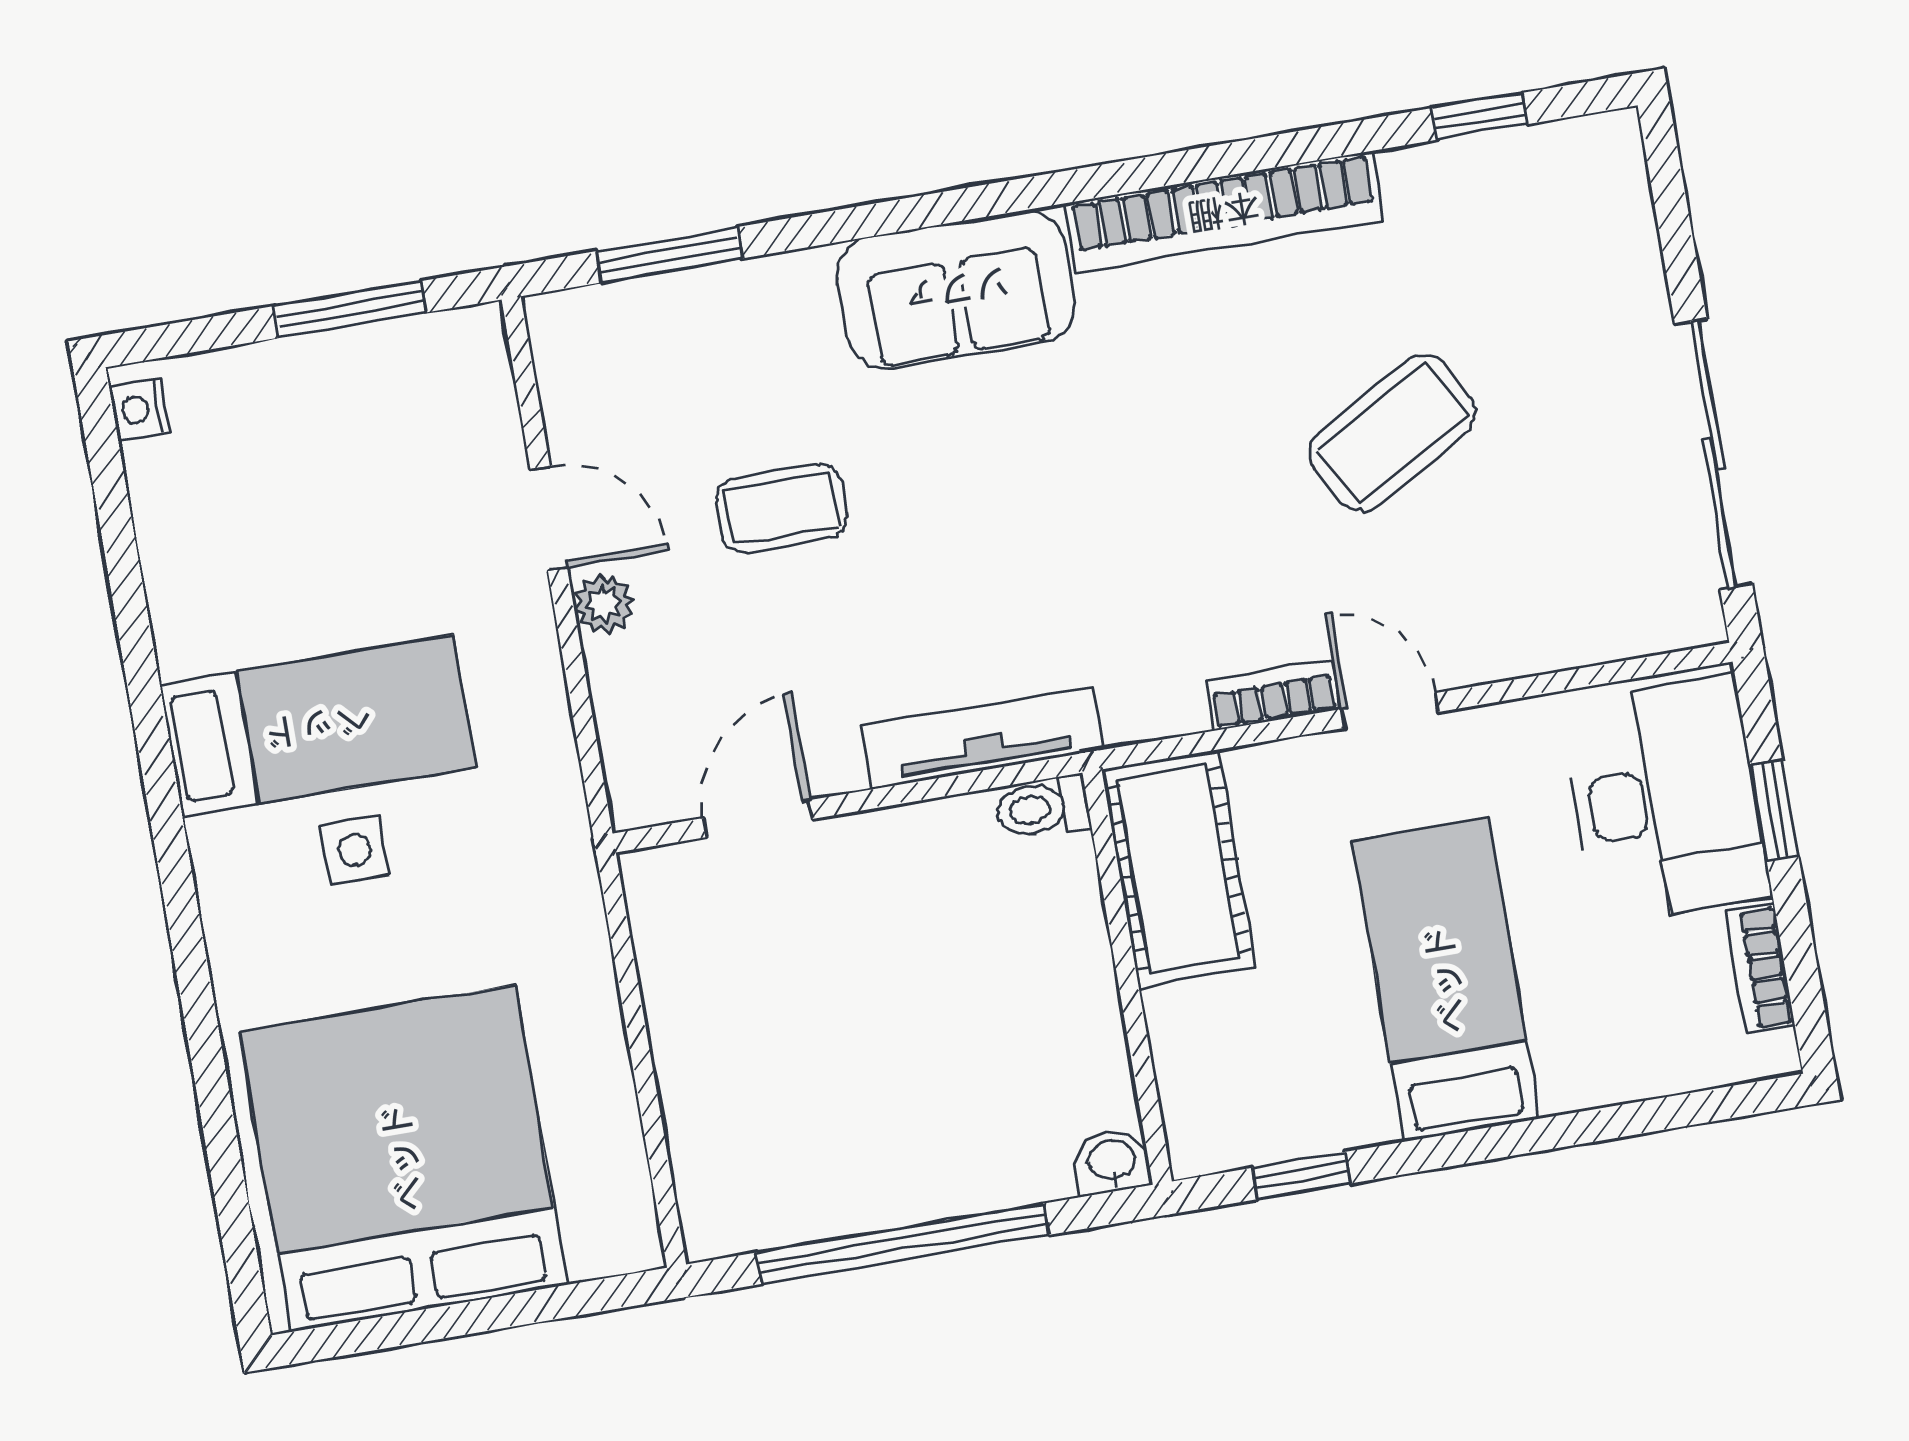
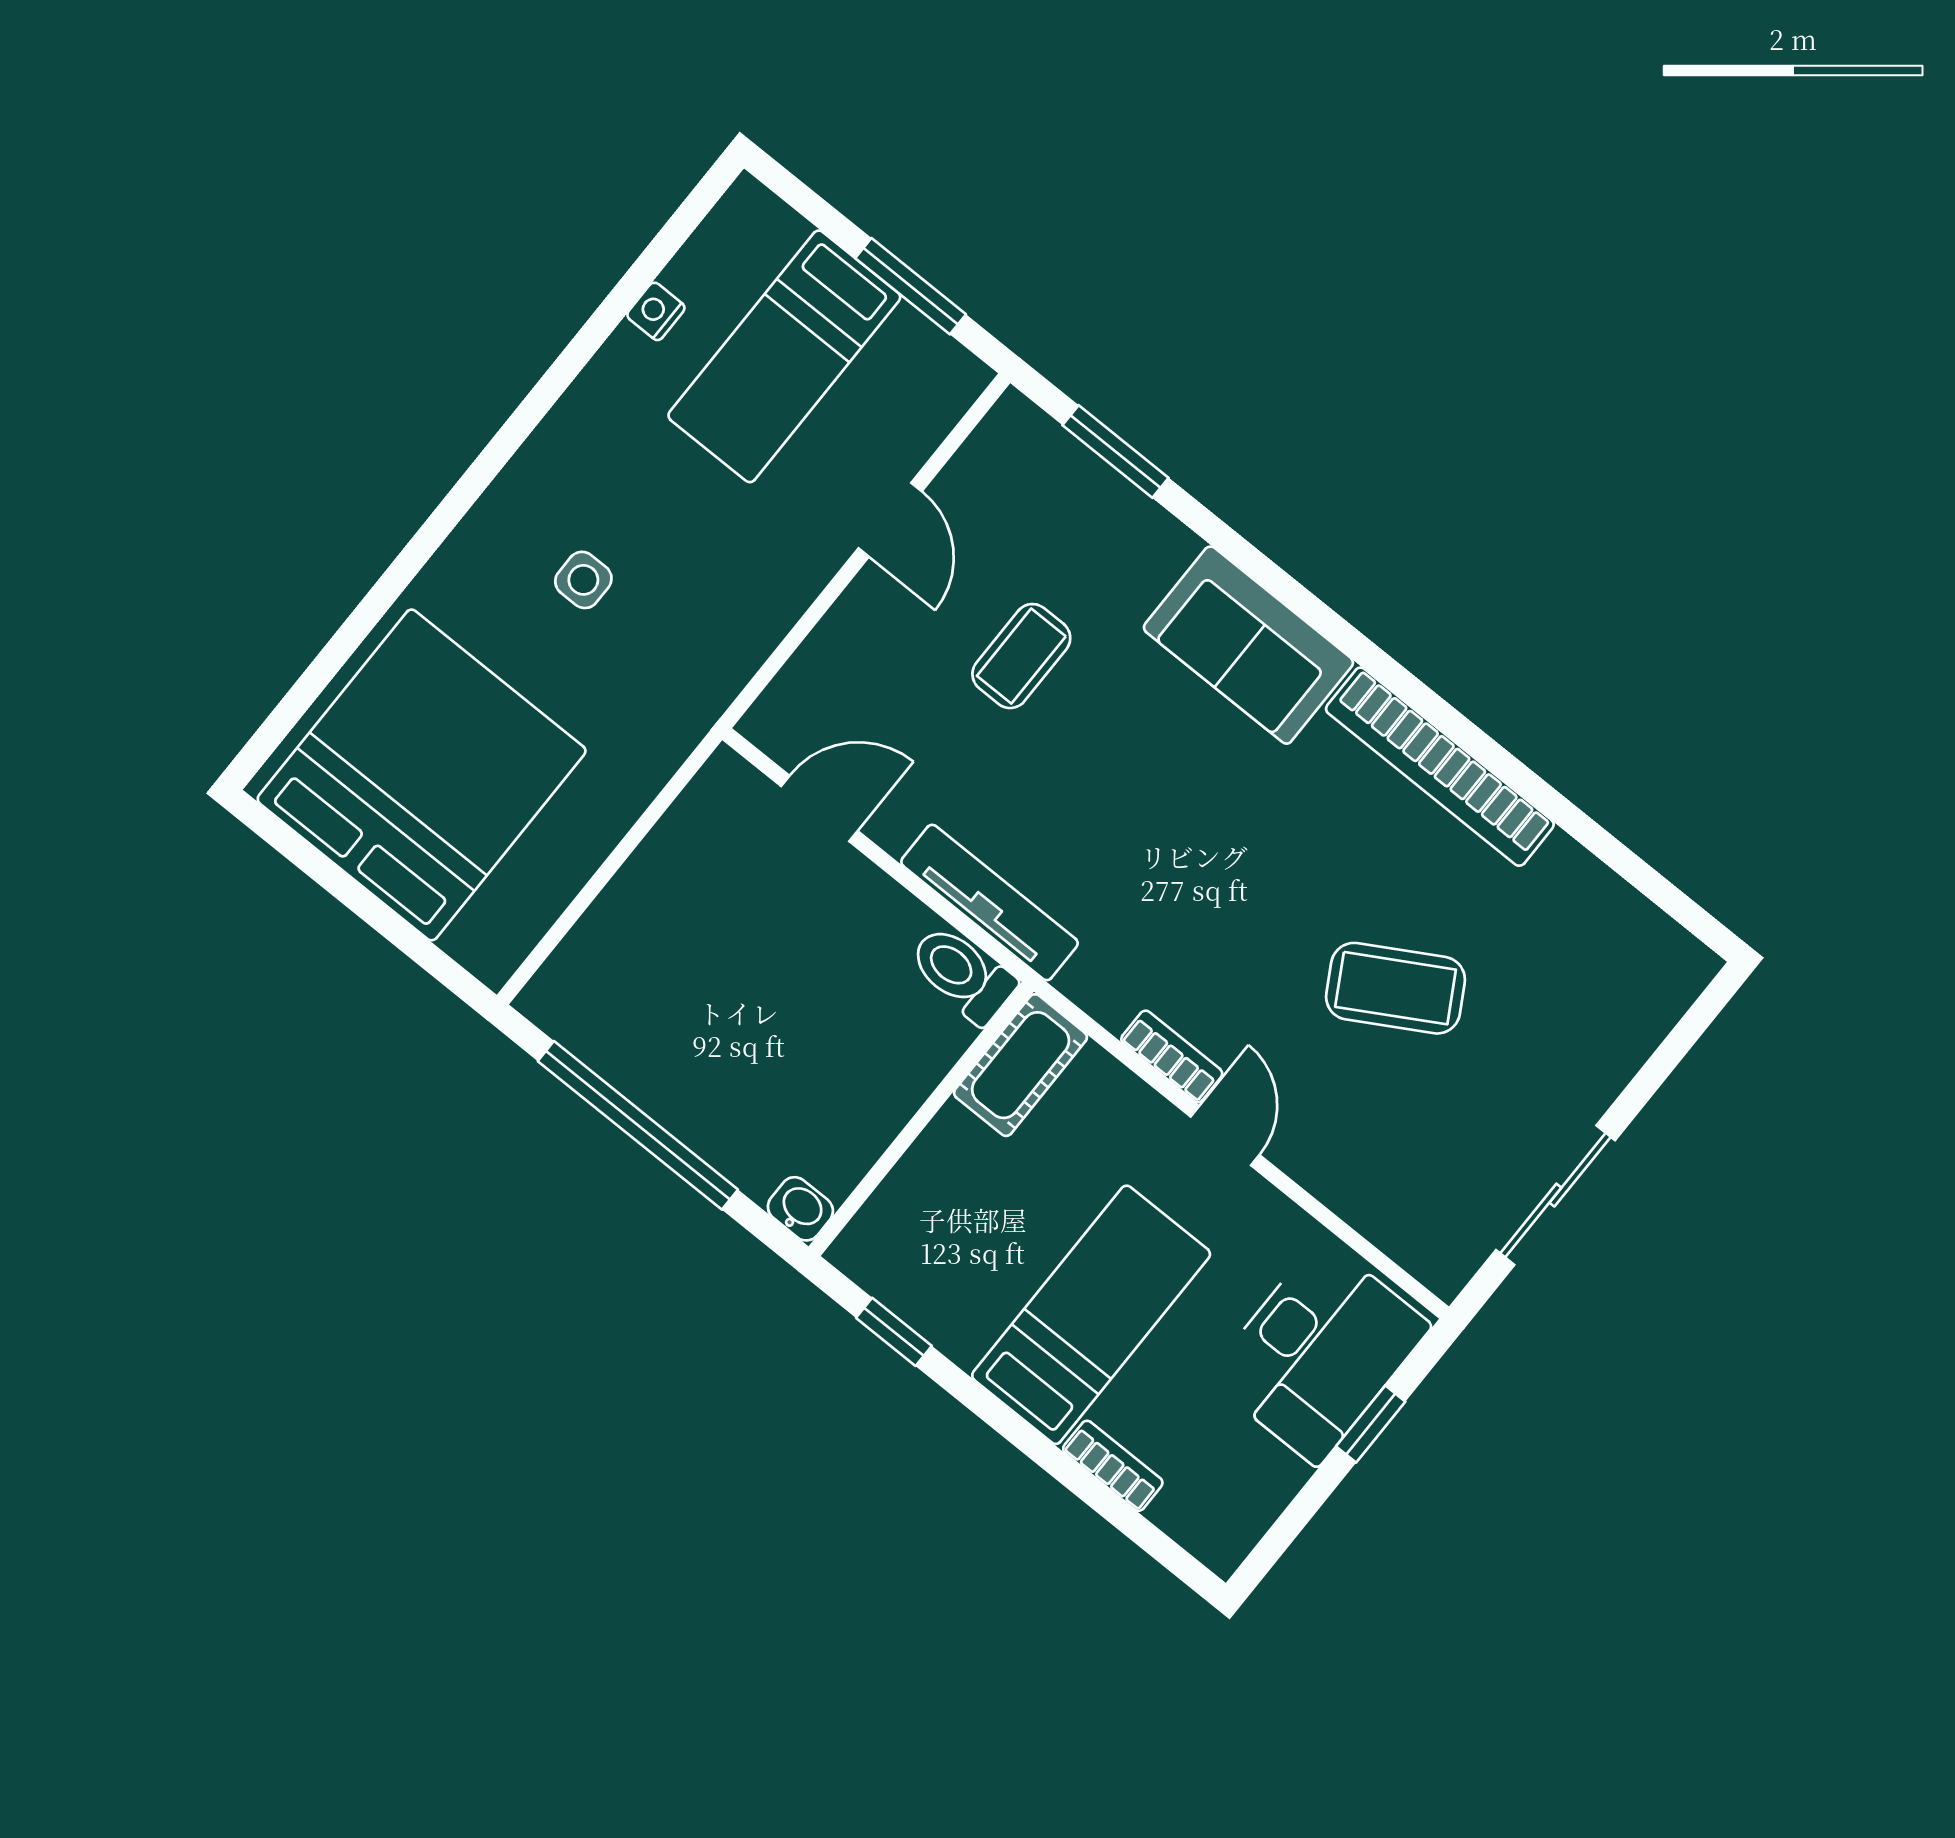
window: (1480, 116) -> (1636, 871), removed
nightstand: (139, 409) -> (656, 311), moved
sliding door: (1713, 454) -> (1555, 1195), width x0.73
coffee table: (781, 508) -> (1021, 656), turned 90
plant: (604, 604) -> (867, 599), removed
bed: (318, 726) -> (784, 356), moved, turned 90
toilet: (1042, 808) -> (962, 974), width x1.37, depth x1.39
cot: (1178, 869) -> (1021, 1065), width x0.73, depth x0.75
bookcase: (1760, 968) -> (1113, 1466), moved, turned 90

